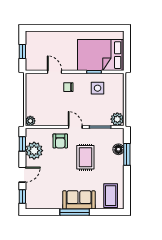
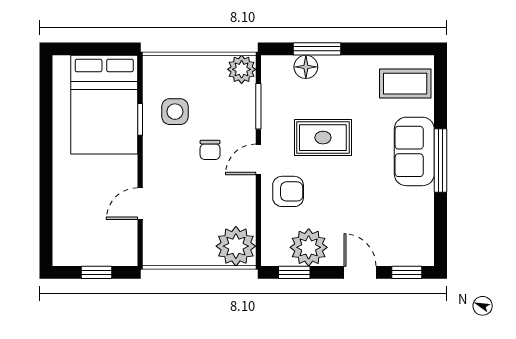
chair: (68, 87) -> (210, 150), moved
plant: (30, 121) -> (236, 246), width x1.88, depth x1.88

